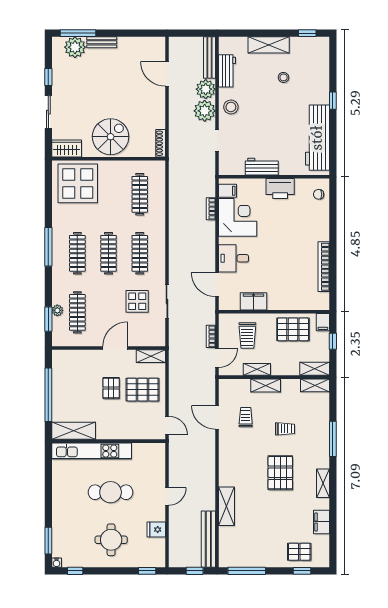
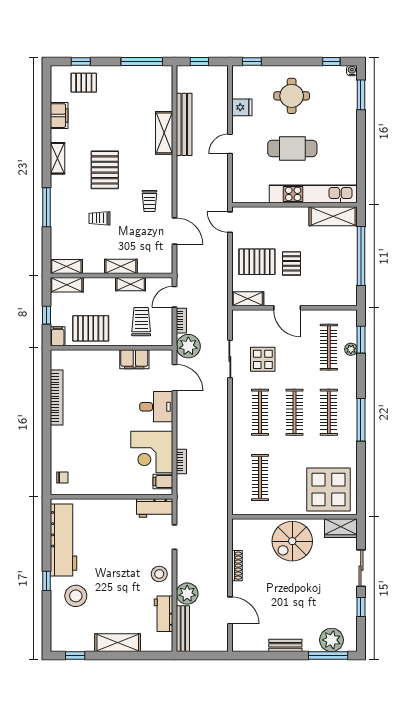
bench: (102, 42) -> (285, 645), moved
stool: (284, 77) -> (76, 596), moved, width x1.89, depth x1.89
plant: (205, 111) -> (188, 346), moved
shoe rack: (161, 143) -> (237, 566), moved
workbench: (262, 167) -> (155, 508), moved
printer: (280, 189) -> (105, 484), removed
door: (115, 348) -> (287, 308), hinge flipped
trolley: (246, 417) -> (150, 201), moved
bench: (208, 539) -> (184, 124), moved

